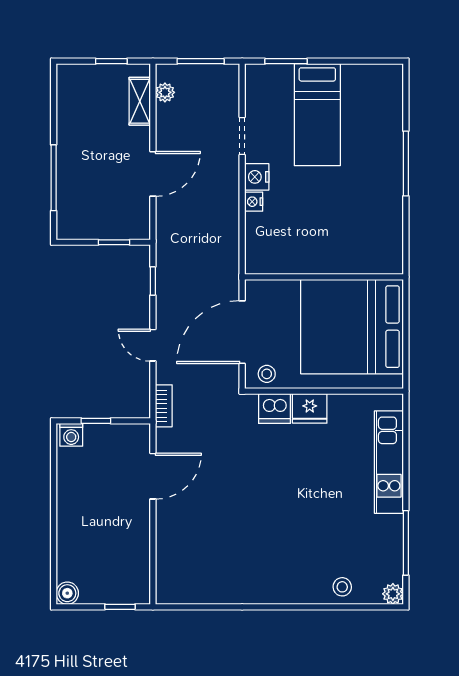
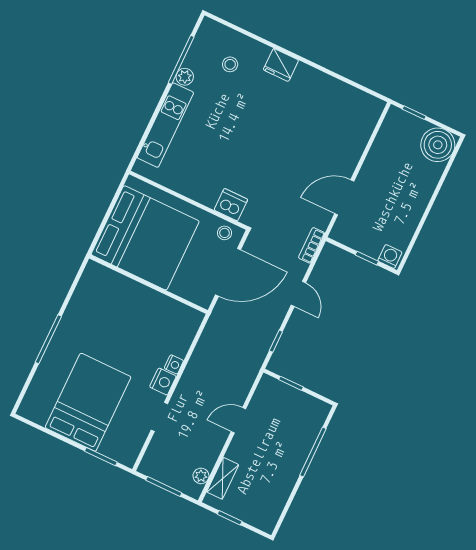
bed: (317, 115) -> (88, 402), width x1.50
door: (153, 174) -> (238, 420), width x0.73
fridge: (310, 408) -> (281, 65), moved, turned 180
stool: (342, 587) -> (230, 64), moved
boiler: (67, 593) -> (438, 145), width x1.86, depth x1.86
plant: (393, 594) -> (185, 77), moved

